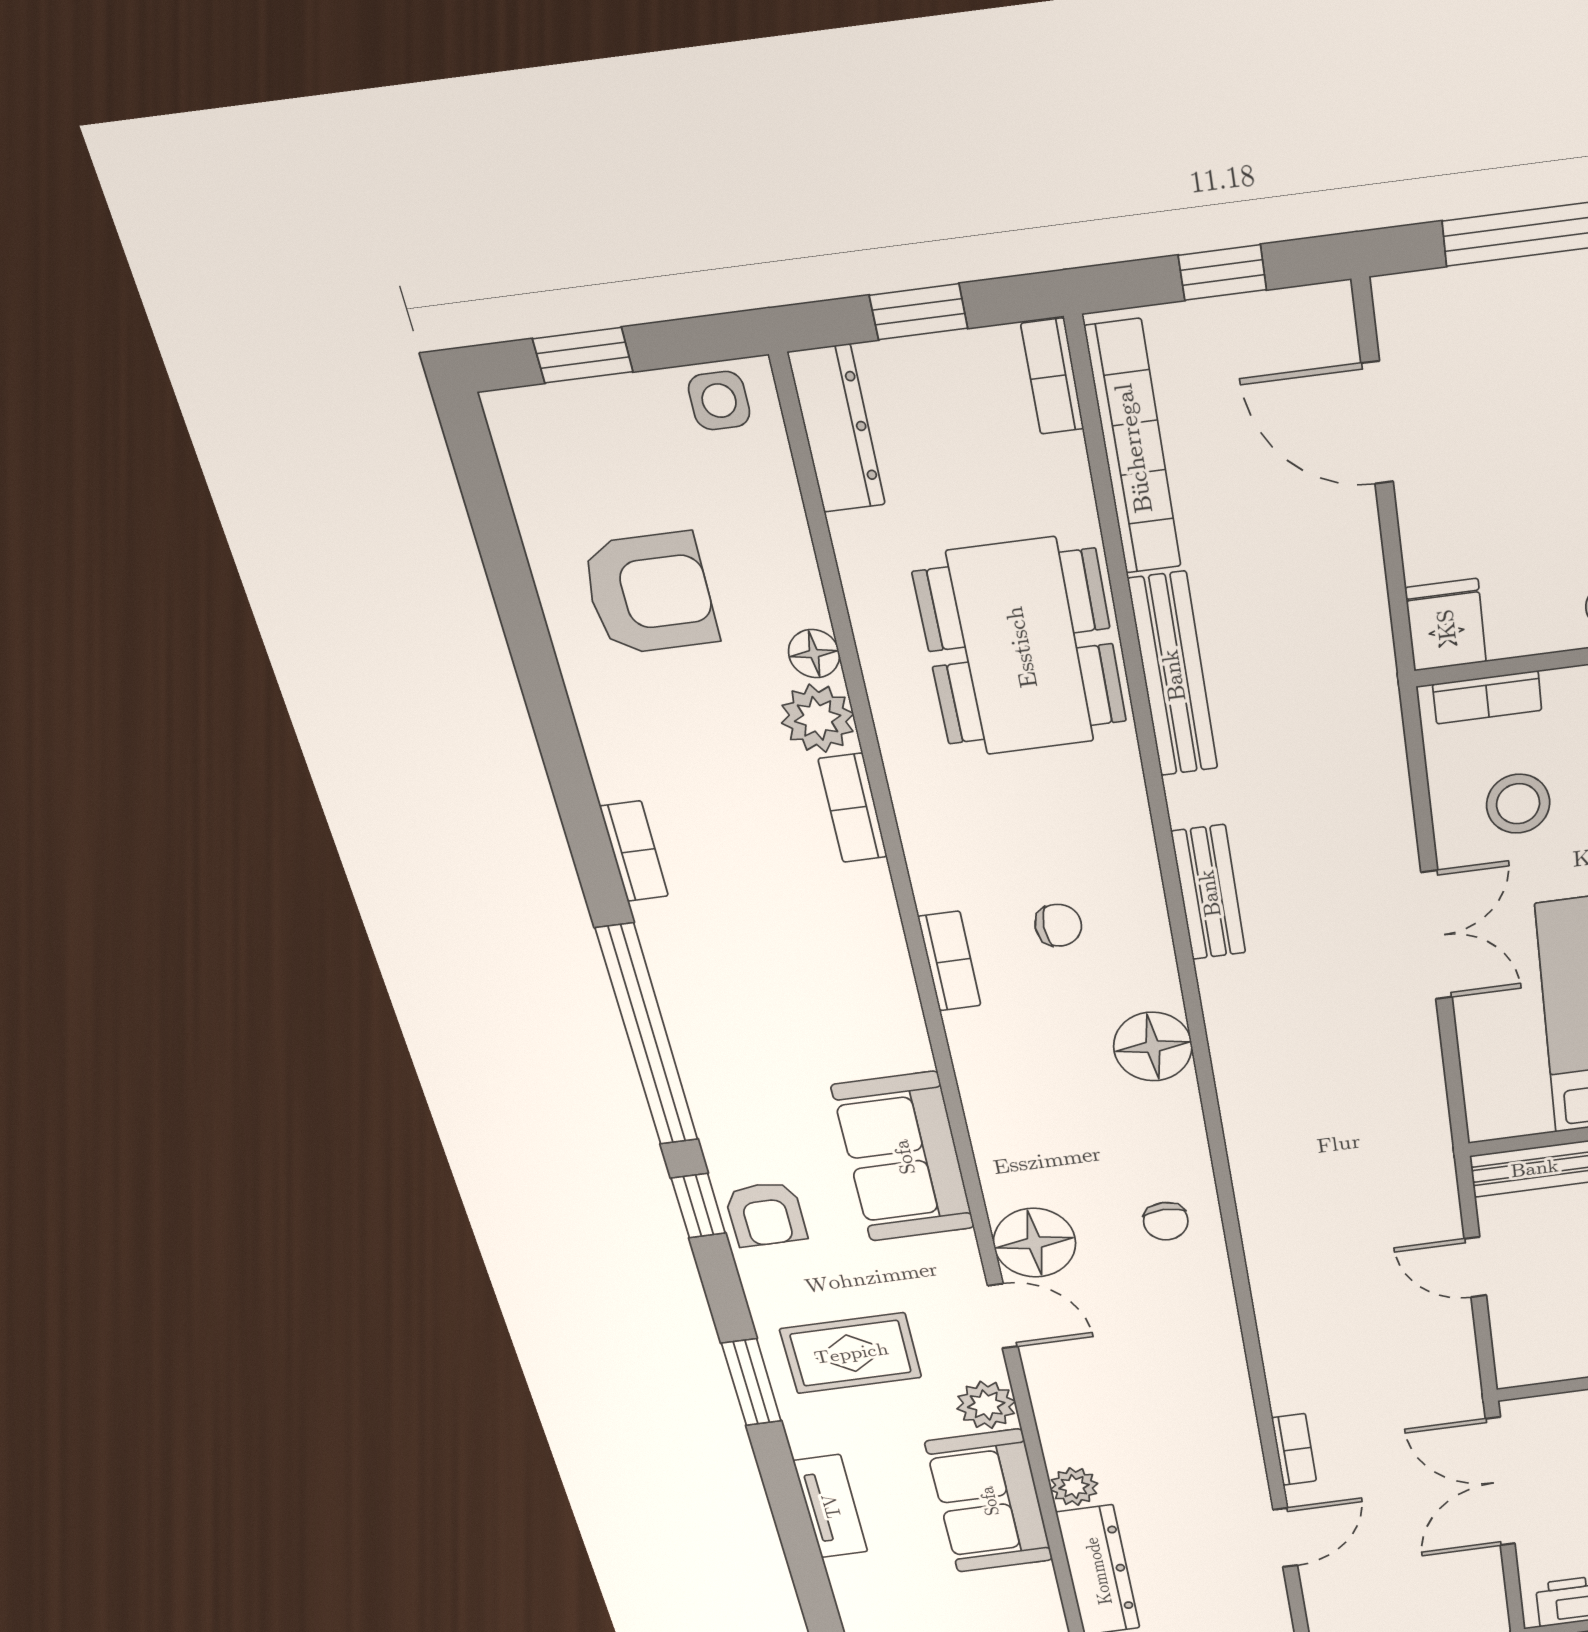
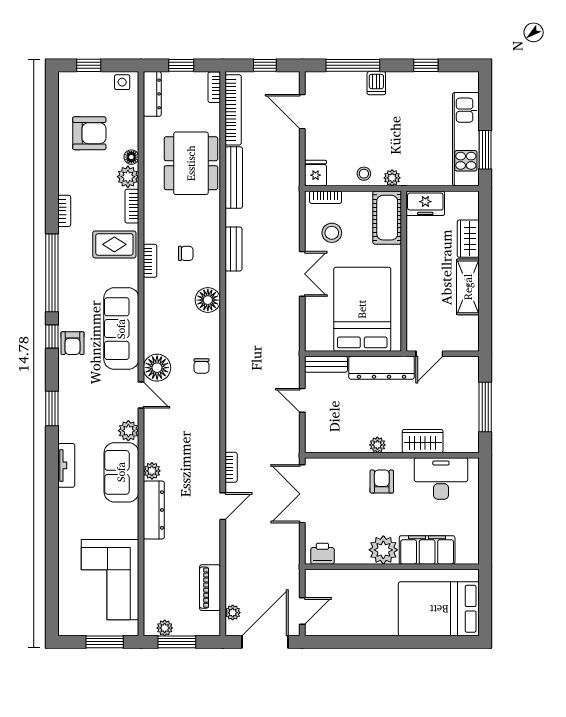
sofa: (904, 1157) -> (121, 329), width x1.36
rug: (851, 1353) -> (114, 244), moved

